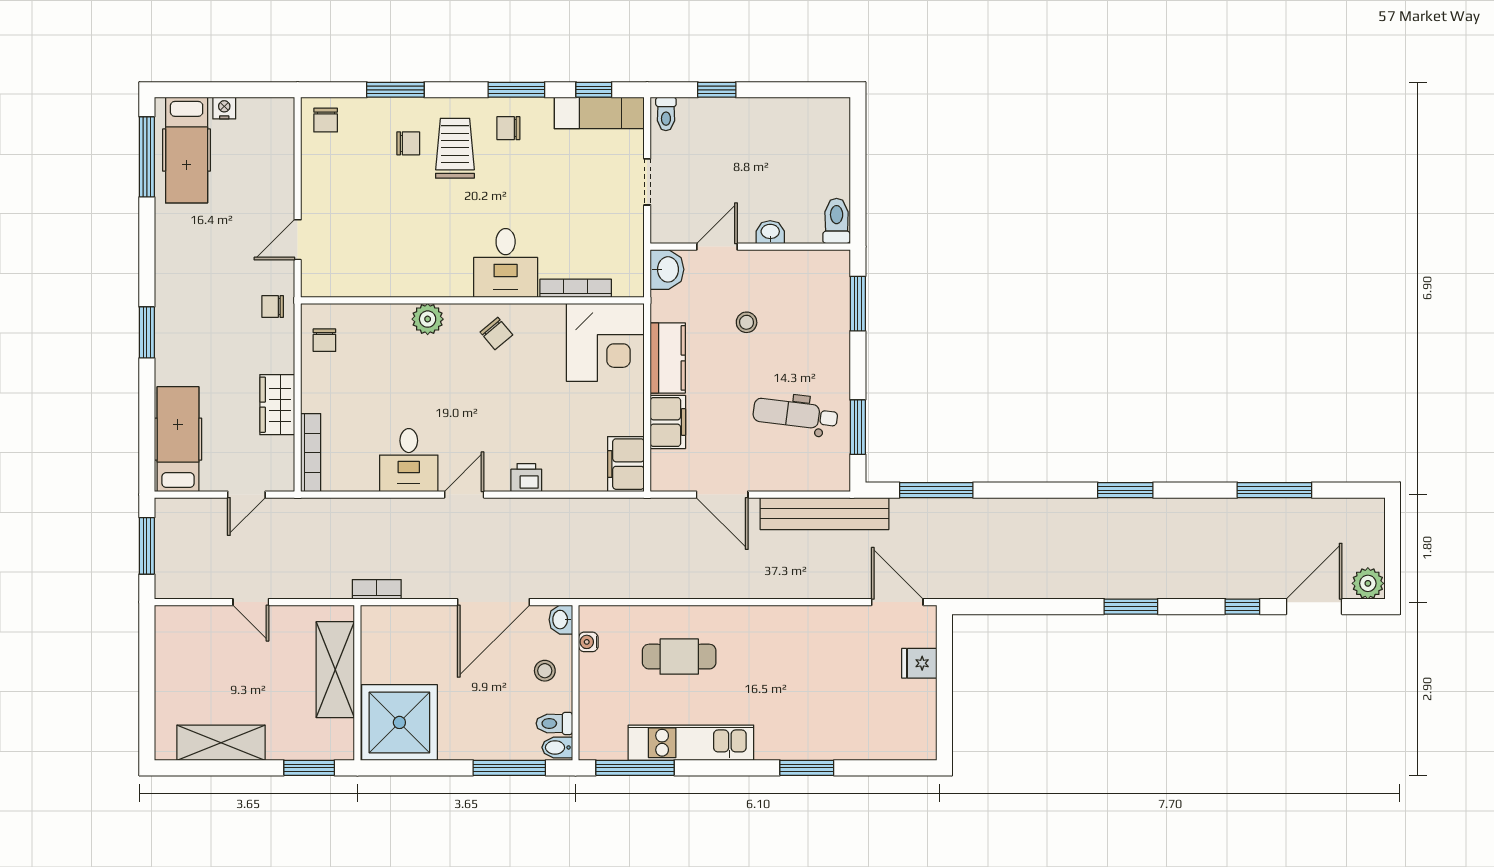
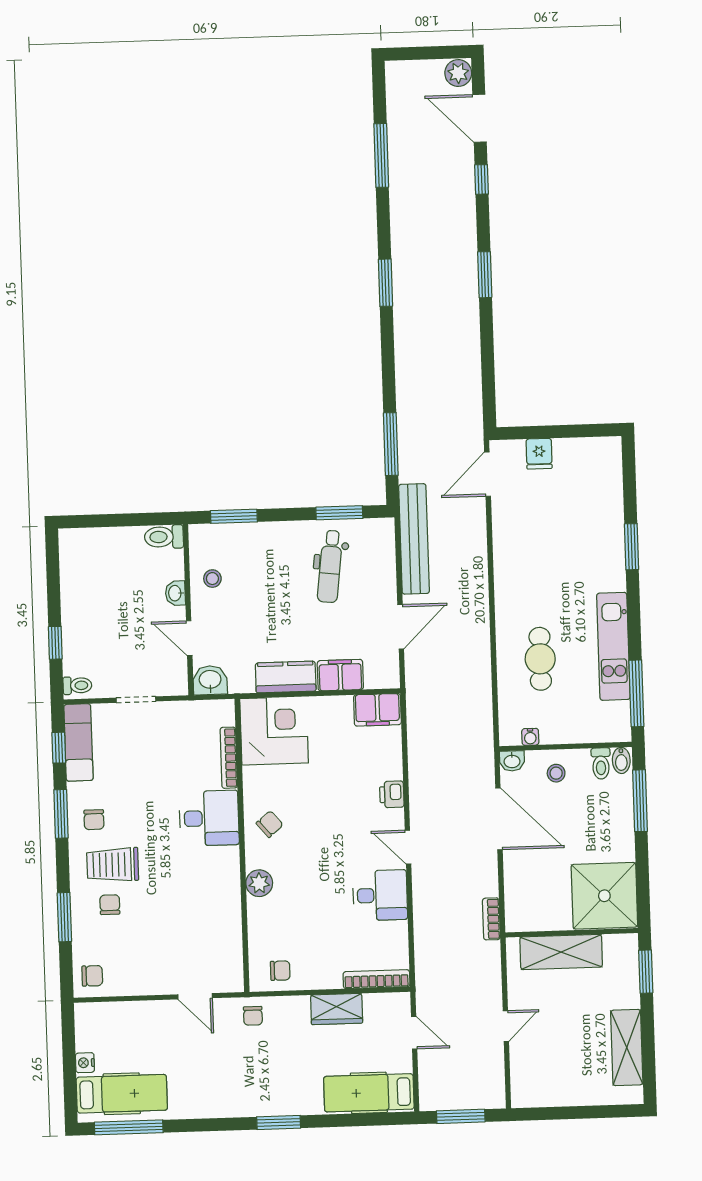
stool: (747, 322) -> (212, 579), moved

